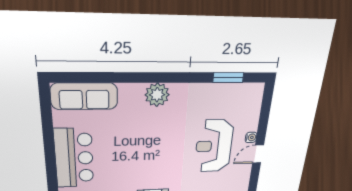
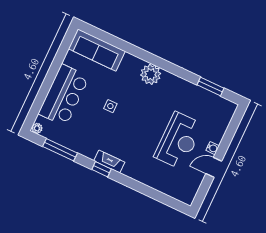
side table: (129, 146) -> (110, 106), added
reception desk: (214, 146) -> (179, 141), turned 180

